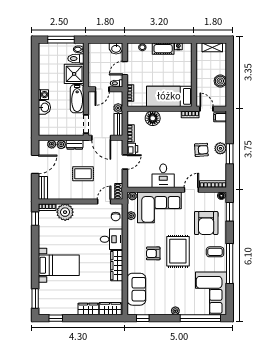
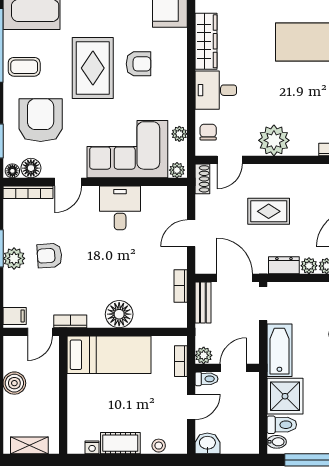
plant: (118, 108) -> (204, 355), moved
door: (207, 109) -> (40, 332), hinge flipped
floor lamp: (153, 118) -> (119, 314), moved
printer: (132, 149) -> (177, 257), removed
floor lamp: (211, 197) -> (31, 168), added
plant: (65, 212) -> (274, 140), moved

